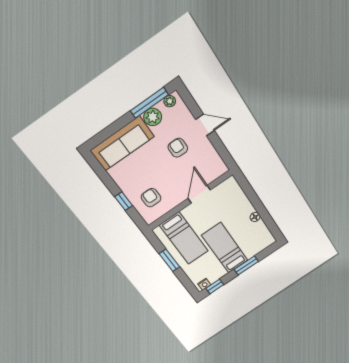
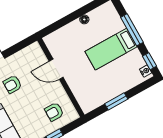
bed: (184, 238) -> (96, 86), removed
window: (246, 265) -> (132, 30), width x1.44

